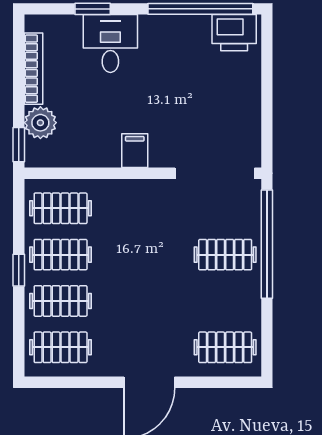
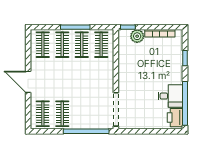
desk: (110, 43) -> (170, 96), moved
filing cabinet: (135, 151) -> (125, 76), removed
clothes rail: (225, 255) -> (62, 114), moved
window: (19, 270) -> (75, 27), width x2.17

